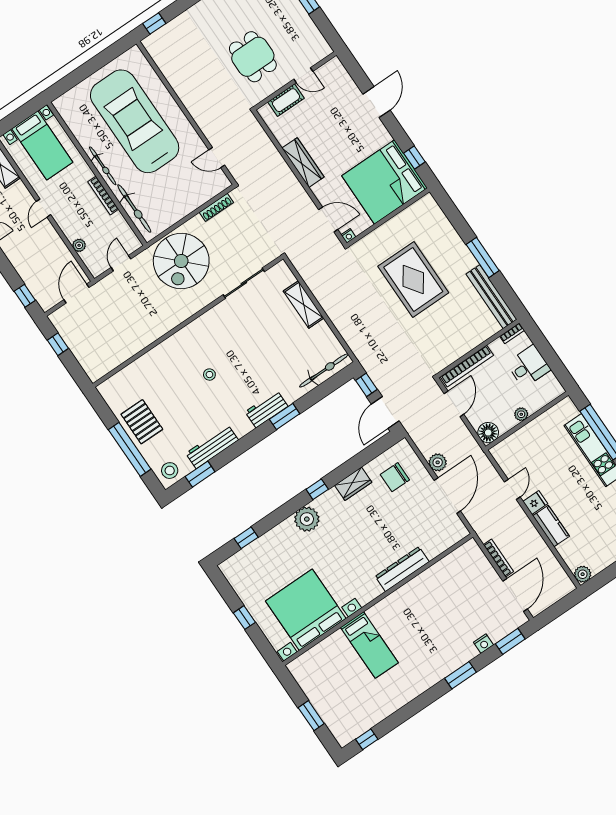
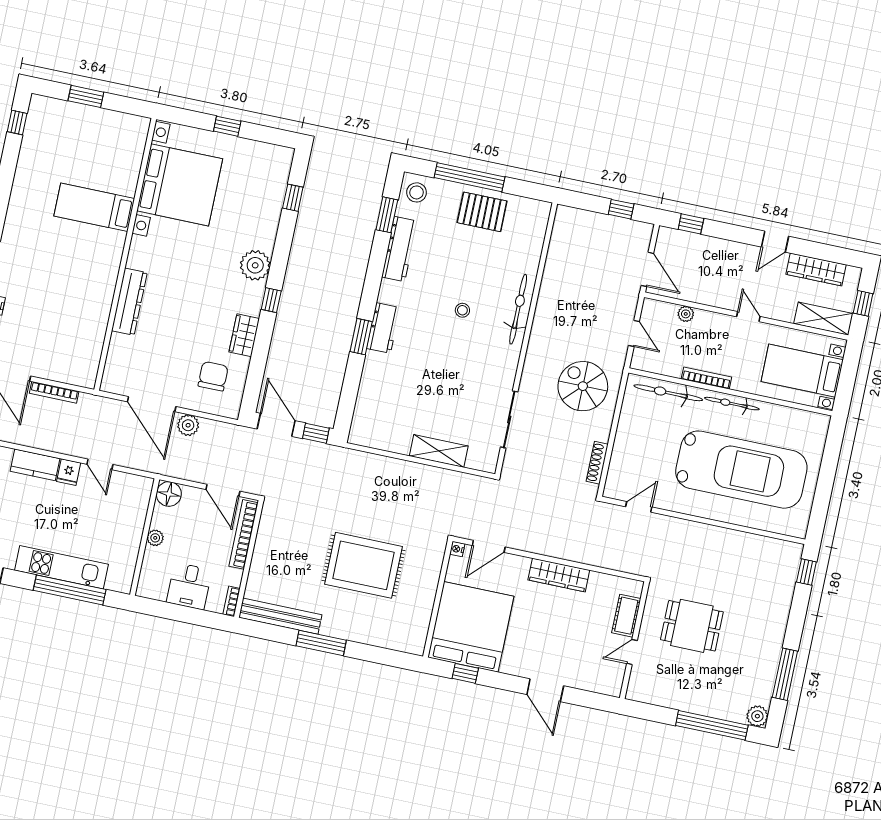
spiral stairs: (181, 261) -> (583, 386), width x0.73, depth x0.73
bicycle: (324, 370) -> (518, 309), moved, turned 180

